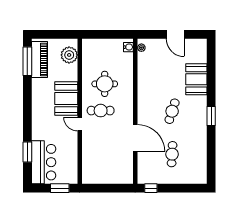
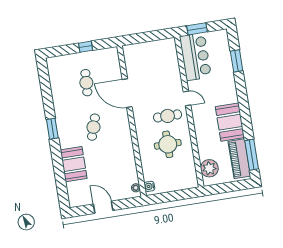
booth: (66, 98) -> (230, 122), moved
bar counter: (44, 162) -> (195, 57), moved, turned 180
window: (151, 188) -> (86, 47), moved

